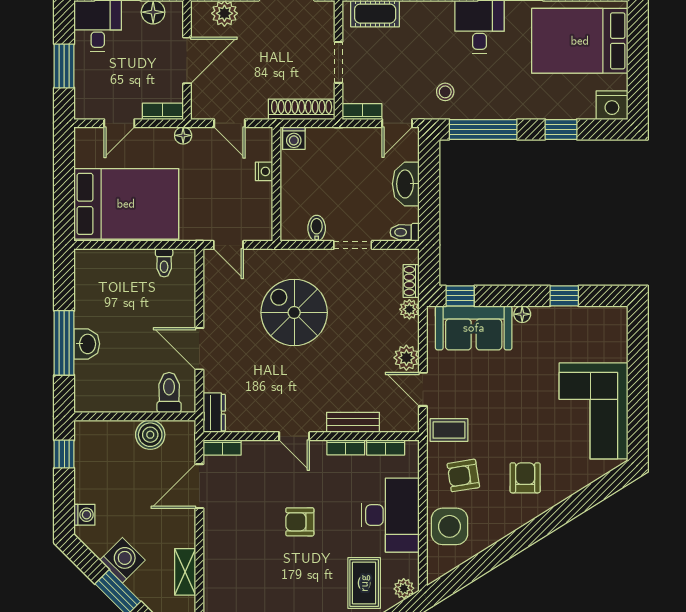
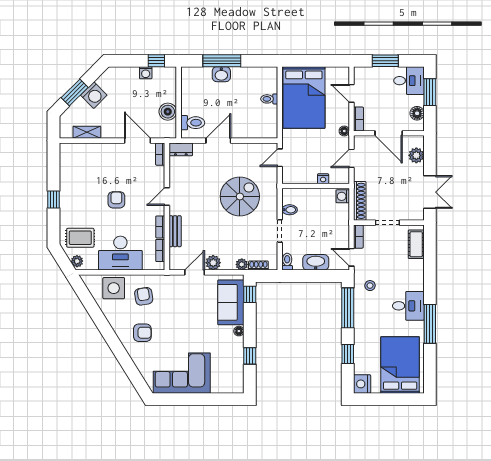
toilet: (164, 263) -> (269, 99), moved
coffee table: (449, 430) -> (171, 288), removed
washing machine: (84, 515) -> (146, 73), moved

